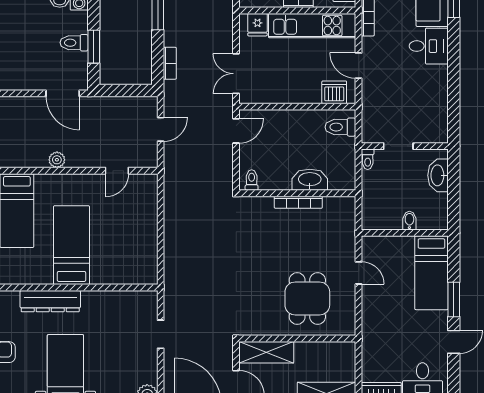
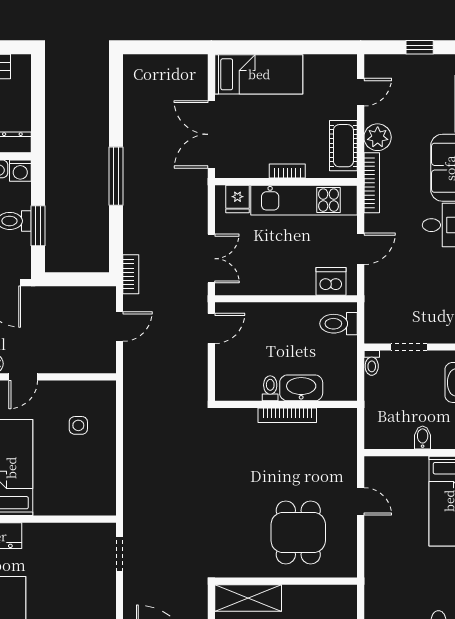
bookcase: (170, 63) -> (131, 274), moved
door: (359, 66) -> (361, 249), swing flipped
double door: (236, 74) -> (211, 259), swing flipped
door: (117, 171) -> (23, 377), moved
toilet: (252, 180) -> (270, 388), moved
side table: (127, 211) -> (78, 425), added
doorway: (161, 334) -> (120, 554), moved

